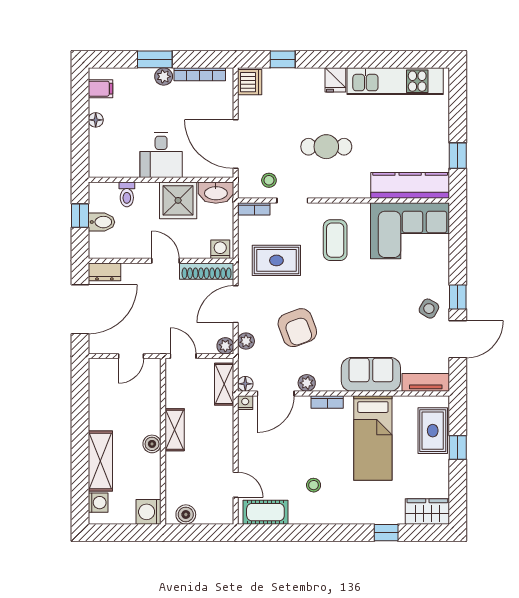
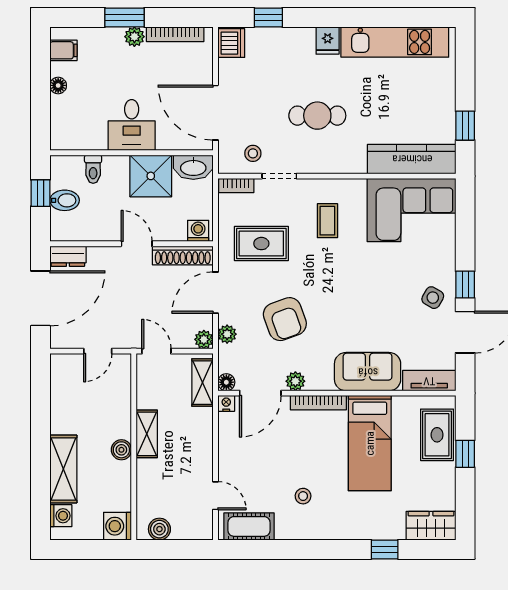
coffee table: (335, 240) -> (327, 221), width x0.73, depth x0.77
bookcase: (327, 402) -> (318, 403), width x1.56

